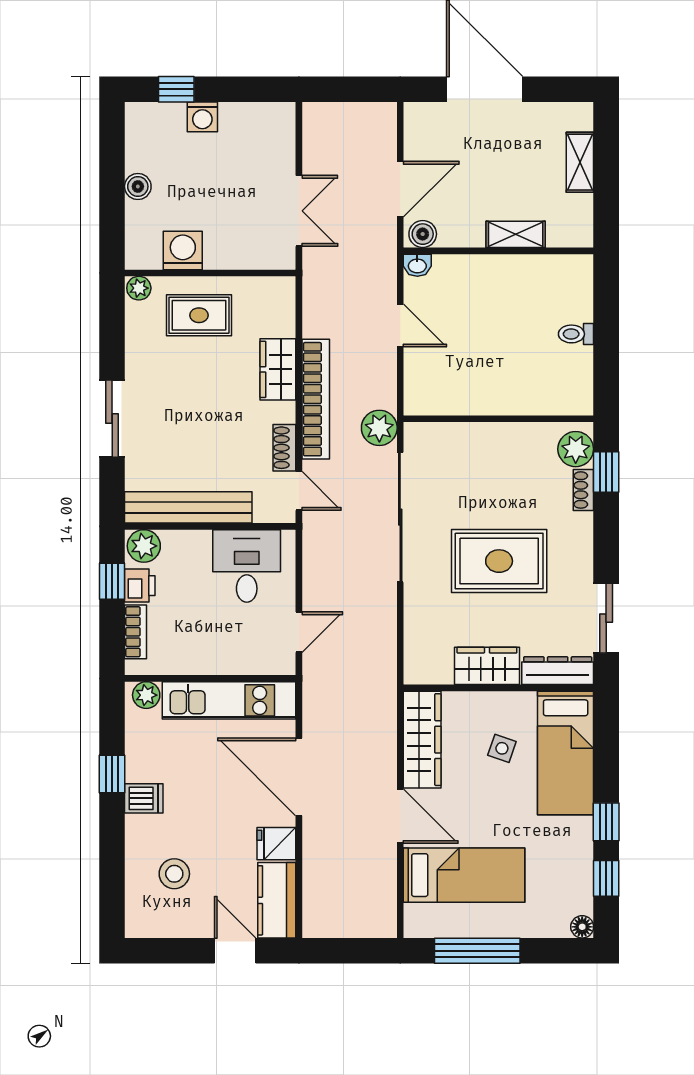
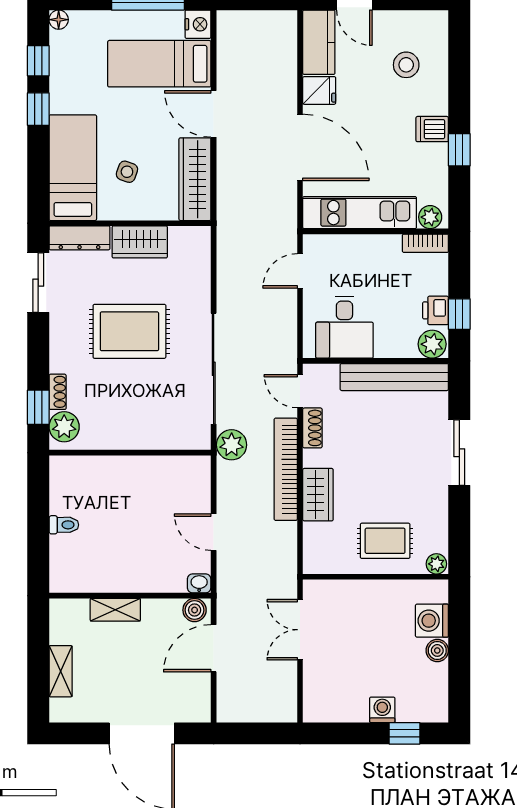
washing machine: (183, 250) -> (432, 621), moved, turned 90
bookcase: (136, 632) -> (425, 243), moved, turned -90
nightstand: (419, 921) -> (198, 24), added

